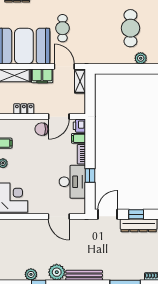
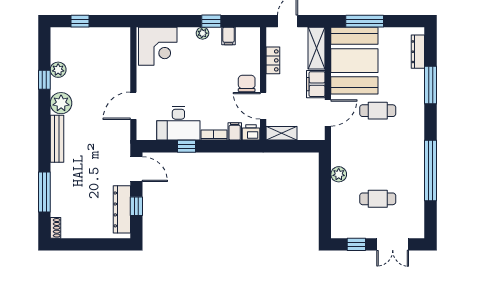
cafe table: (130, 28) -> (378, 199), width x0.73, depth x0.74
plant: (141, 58) -> (339, 174), moved
shelving: (80, 81) -> (281, 133), moved

